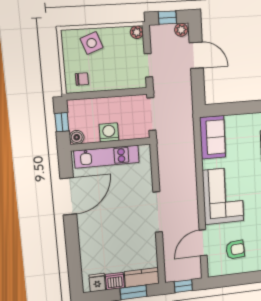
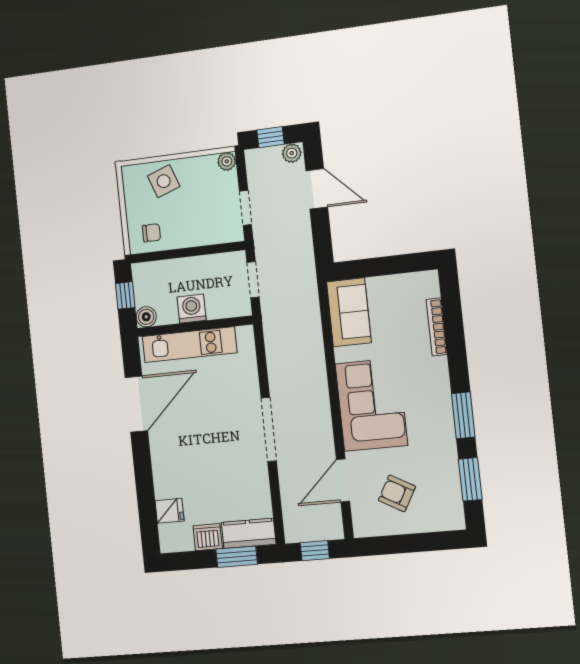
doorway: (151, 114) -> (253, 280), width x0.73
armchair: (235, 250) -> (397, 493), turned -147
fridge: (97, 283) -> (169, 511), moved, turned 90

